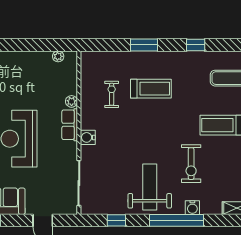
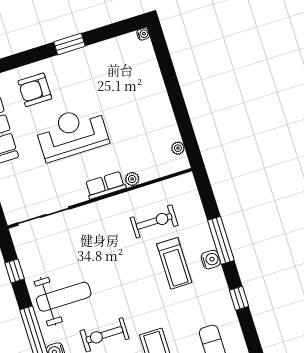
window: (144, 45) -> (221, 240), width x1.44
exercise bike: (112, 94) -> (154, 221), width x1.38, depth x1.39
water cooler: (88, 137) -> (211, 260), moved, turned 90

